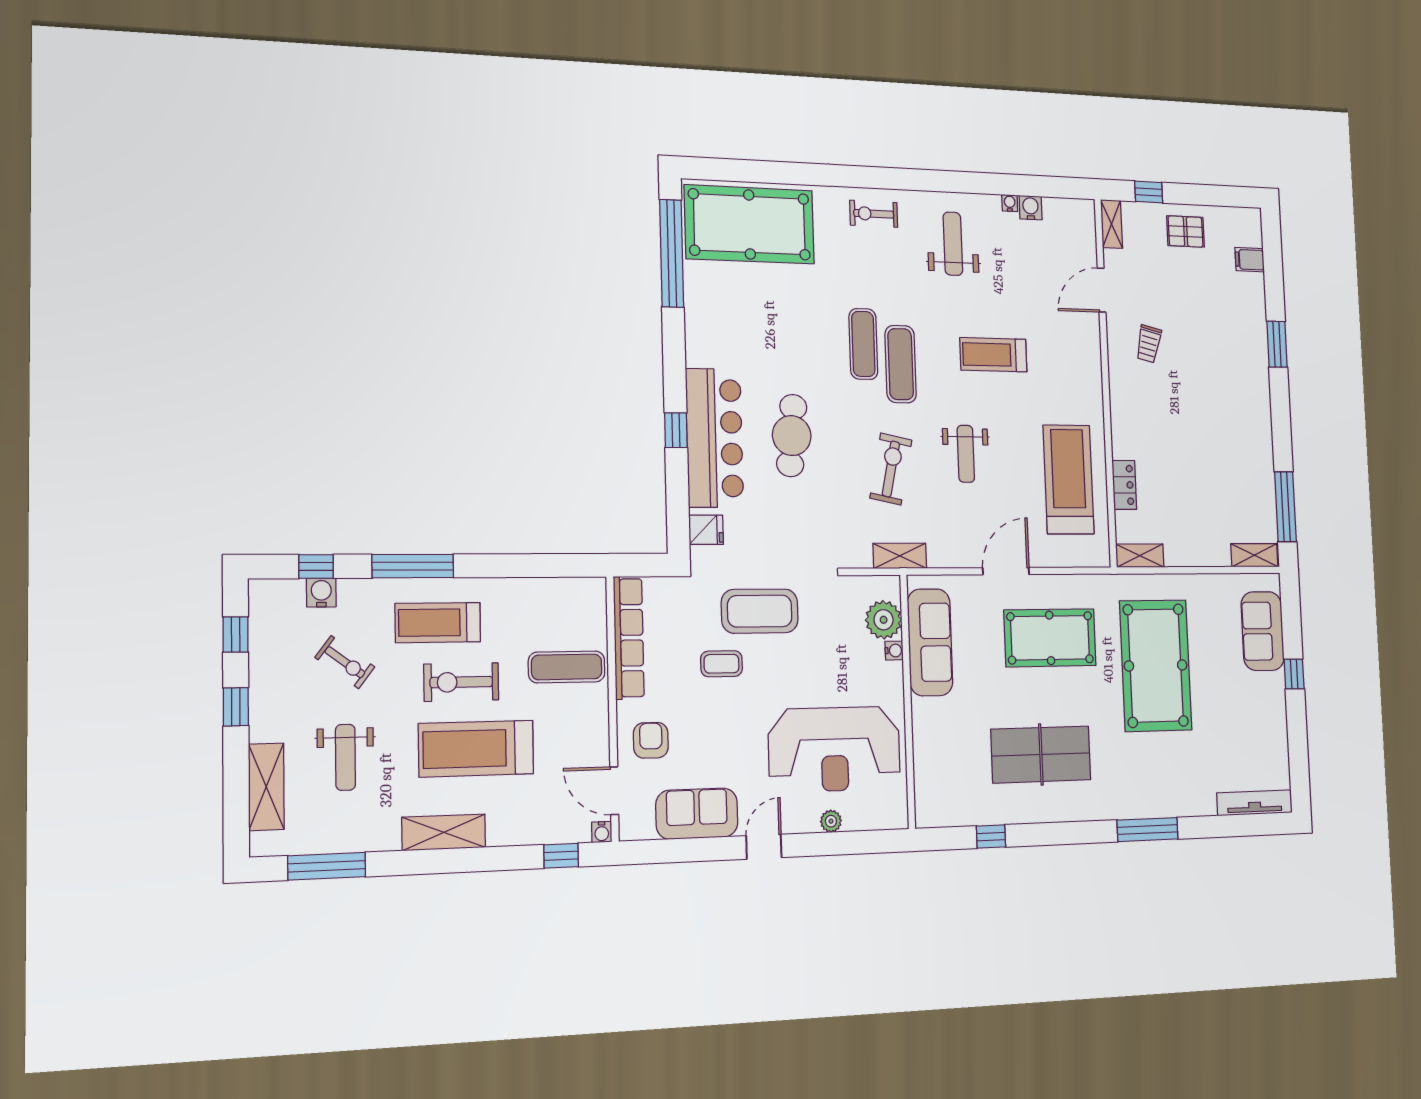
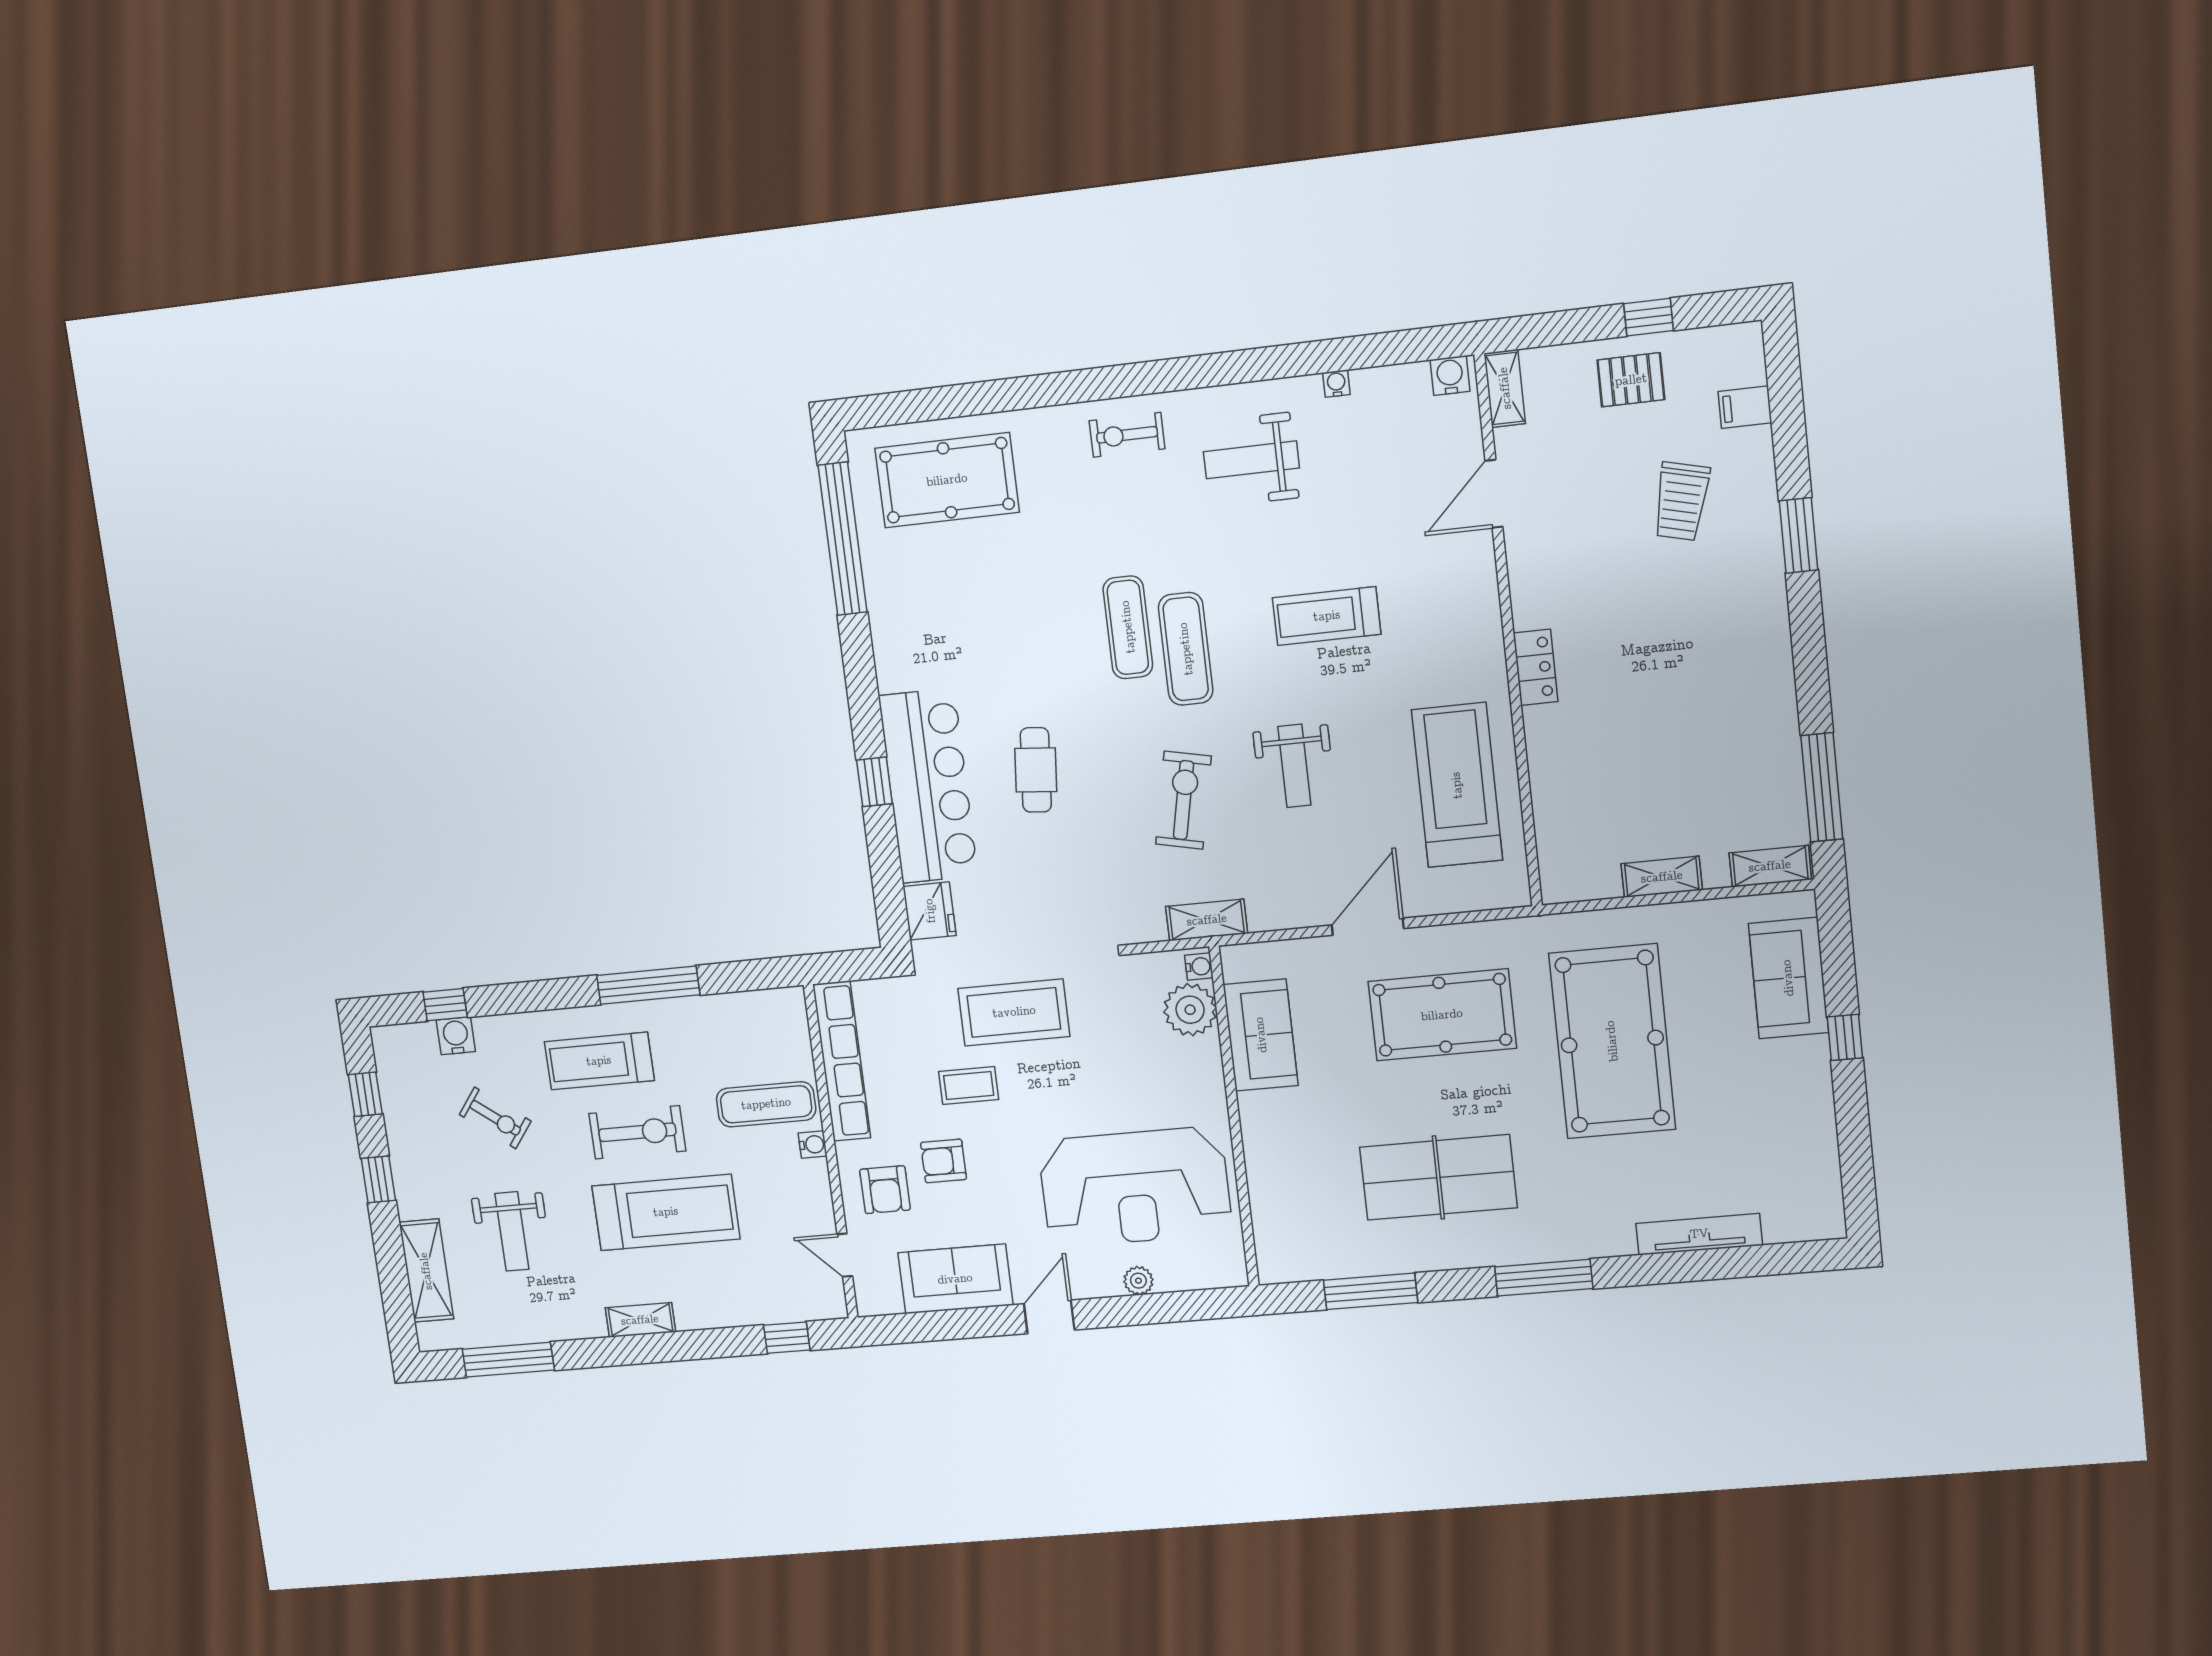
window: (1149, 192) -> (1649, 317), moved
water cooler: (1031, 208) -> (1450, 376), moved
pool table: (750, 224) -> (947, 480), width x0.73, depth x0.76
weight bench: (953, 244) -> (1251, 460), turned -90
trolley: (1149, 344) -> (1681, 501), moved, width x1.36, depth x1.39
cafe table: (792, 436) -> (1036, 770), width x0.73, depth x0.74
locker: (1124, 485) -> (1536, 667), moved
fridge: (706, 530) -> (930, 911), width x1.38
shelving: (1140, 556) -> (1662, 877), moved
window: (413, 566) -> (648, 985), moved
sofa: (930, 642) -> (1261, 1035), width x0.73
water cooler: (894, 651) -> (1199, 967), moved
exercise bike: (461, 682) -> (637, 1132), turned 180
armchair: (697, 721) -> (944, 1161), added
armchair: (651, 740) -> (885, 1190), turned 180
treadmill: (476, 749) -> (666, 1212), turned 180
door: (614, 791) -> (845, 1255), width x0.73
tv unit: (1255, 803) -> (1699, 1234), moved
window: (1148, 830) -> (1544, 1278), moved
shelving: (444, 832) -> (640, 1320), width x0.67, depth x0.75
water cooler: (602, 832) -> (813, 1144), moved, turned -90
window: (991, 837) -> (1371, 1291), width x2.17

